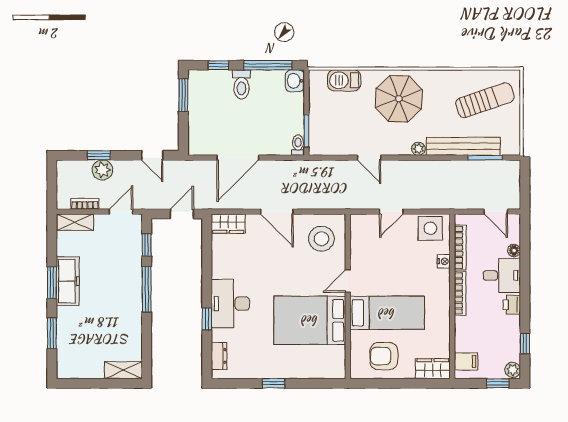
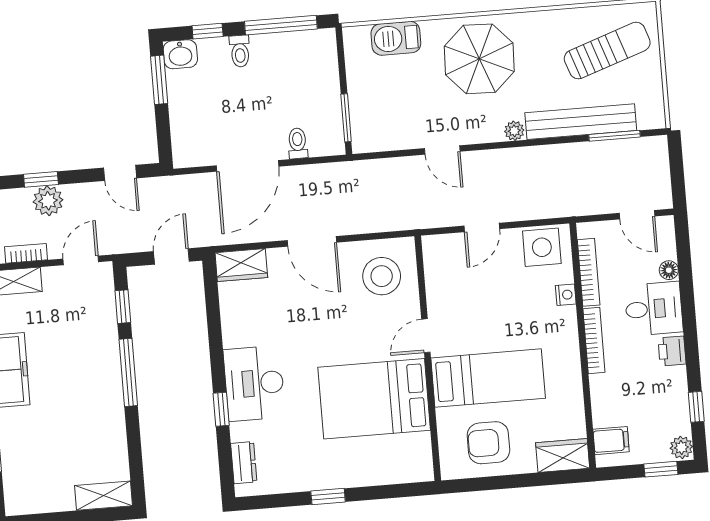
washbasin: (295, 81) -> (180, 54), moved, turned -90
toilet: (241, 84) -> (240, 51), width x0.73, depth x0.72
toilet: (298, 145) -> (298, 143), moved

